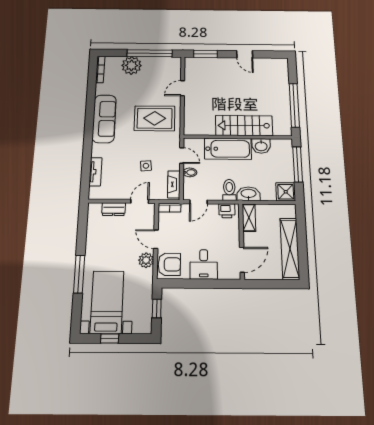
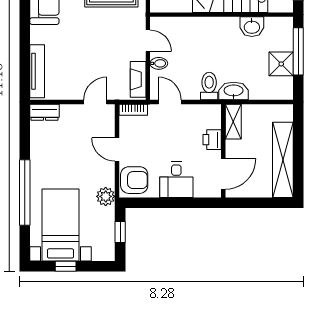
bathtub: (228, 149) -> (208, 31), removed
side table: (146, 166) -> (102, 55), removed
tv unit: (96, 172) -> (37, 71), width x1.41
shower: (286, 192) -> (281, 64), moved
door: (198, 202) -> (170, 102), swing flipped
dresser: (114, 209) -> (44, 112), moved
printer: (227, 211) -> (212, 140), moved, turned 90
plant: (146, 260) -> (106, 196), moved
window: (79, 274) -> (25, 192), width x1.46

